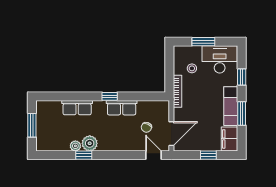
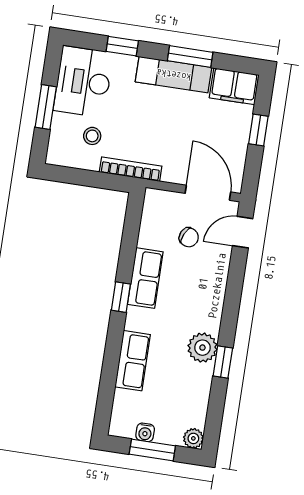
water cooler: (41, 120) -> (145, 432), added
plant: (75, 146) -> (193, 438), moved

